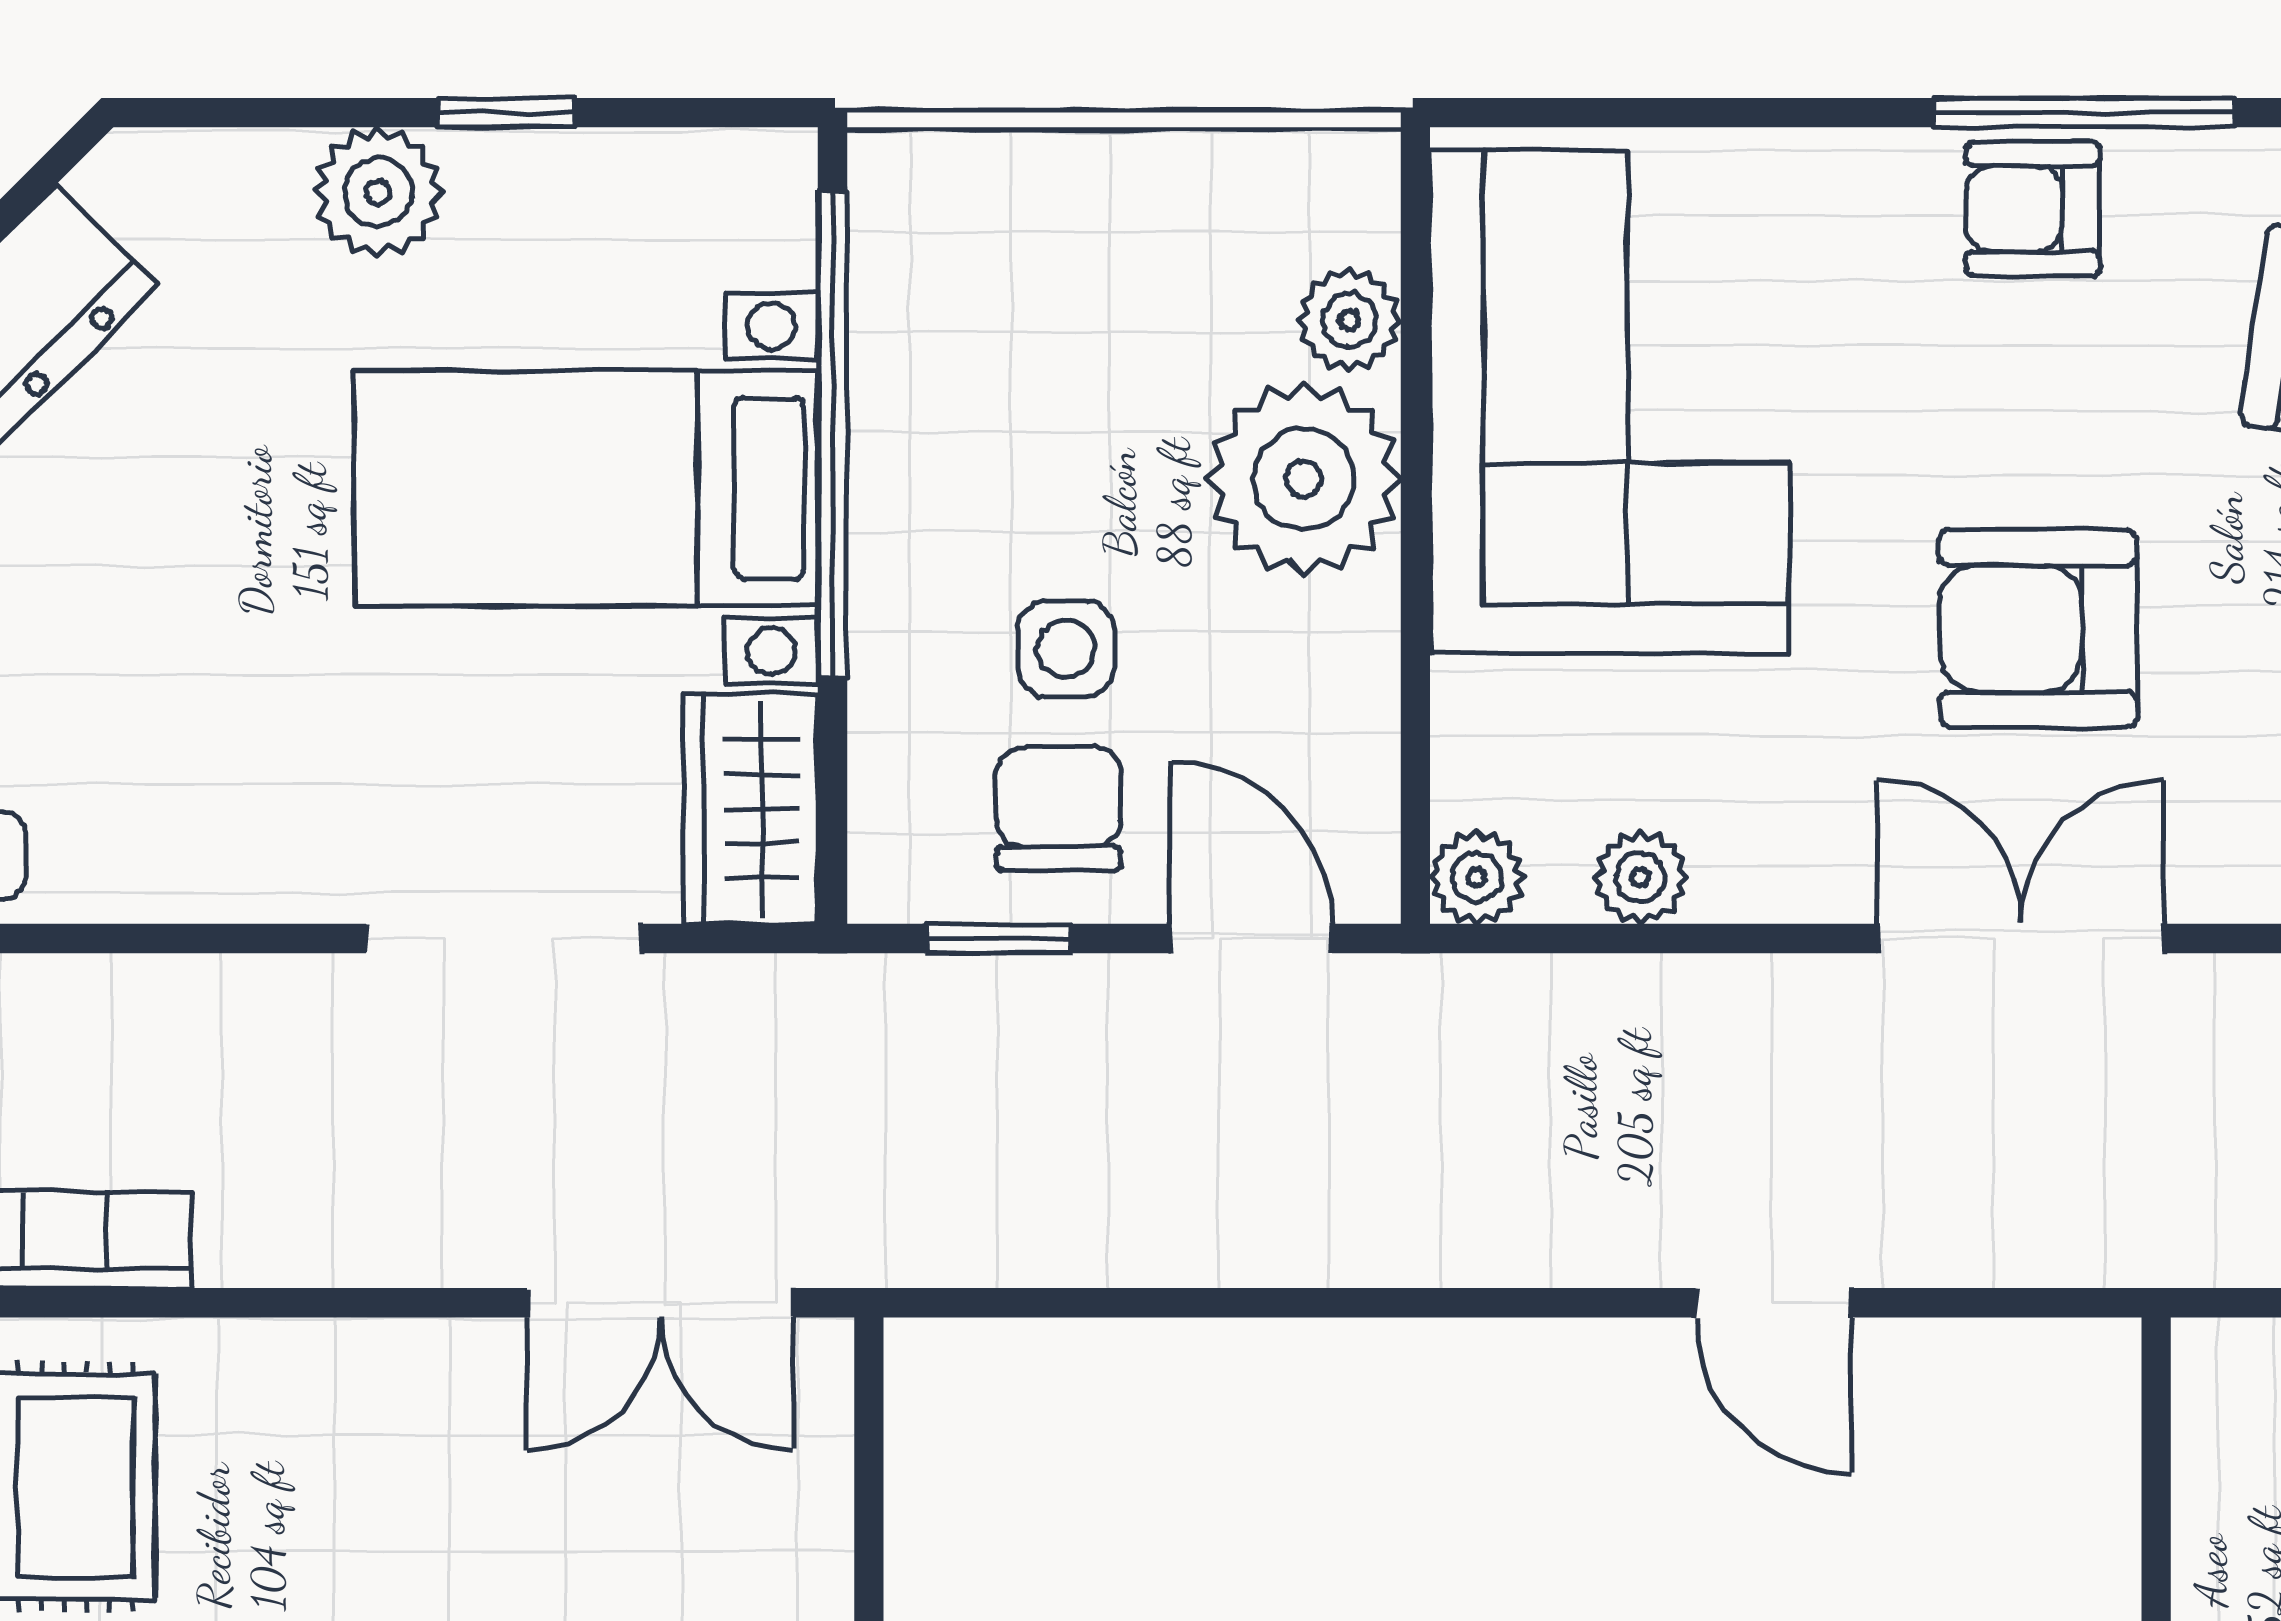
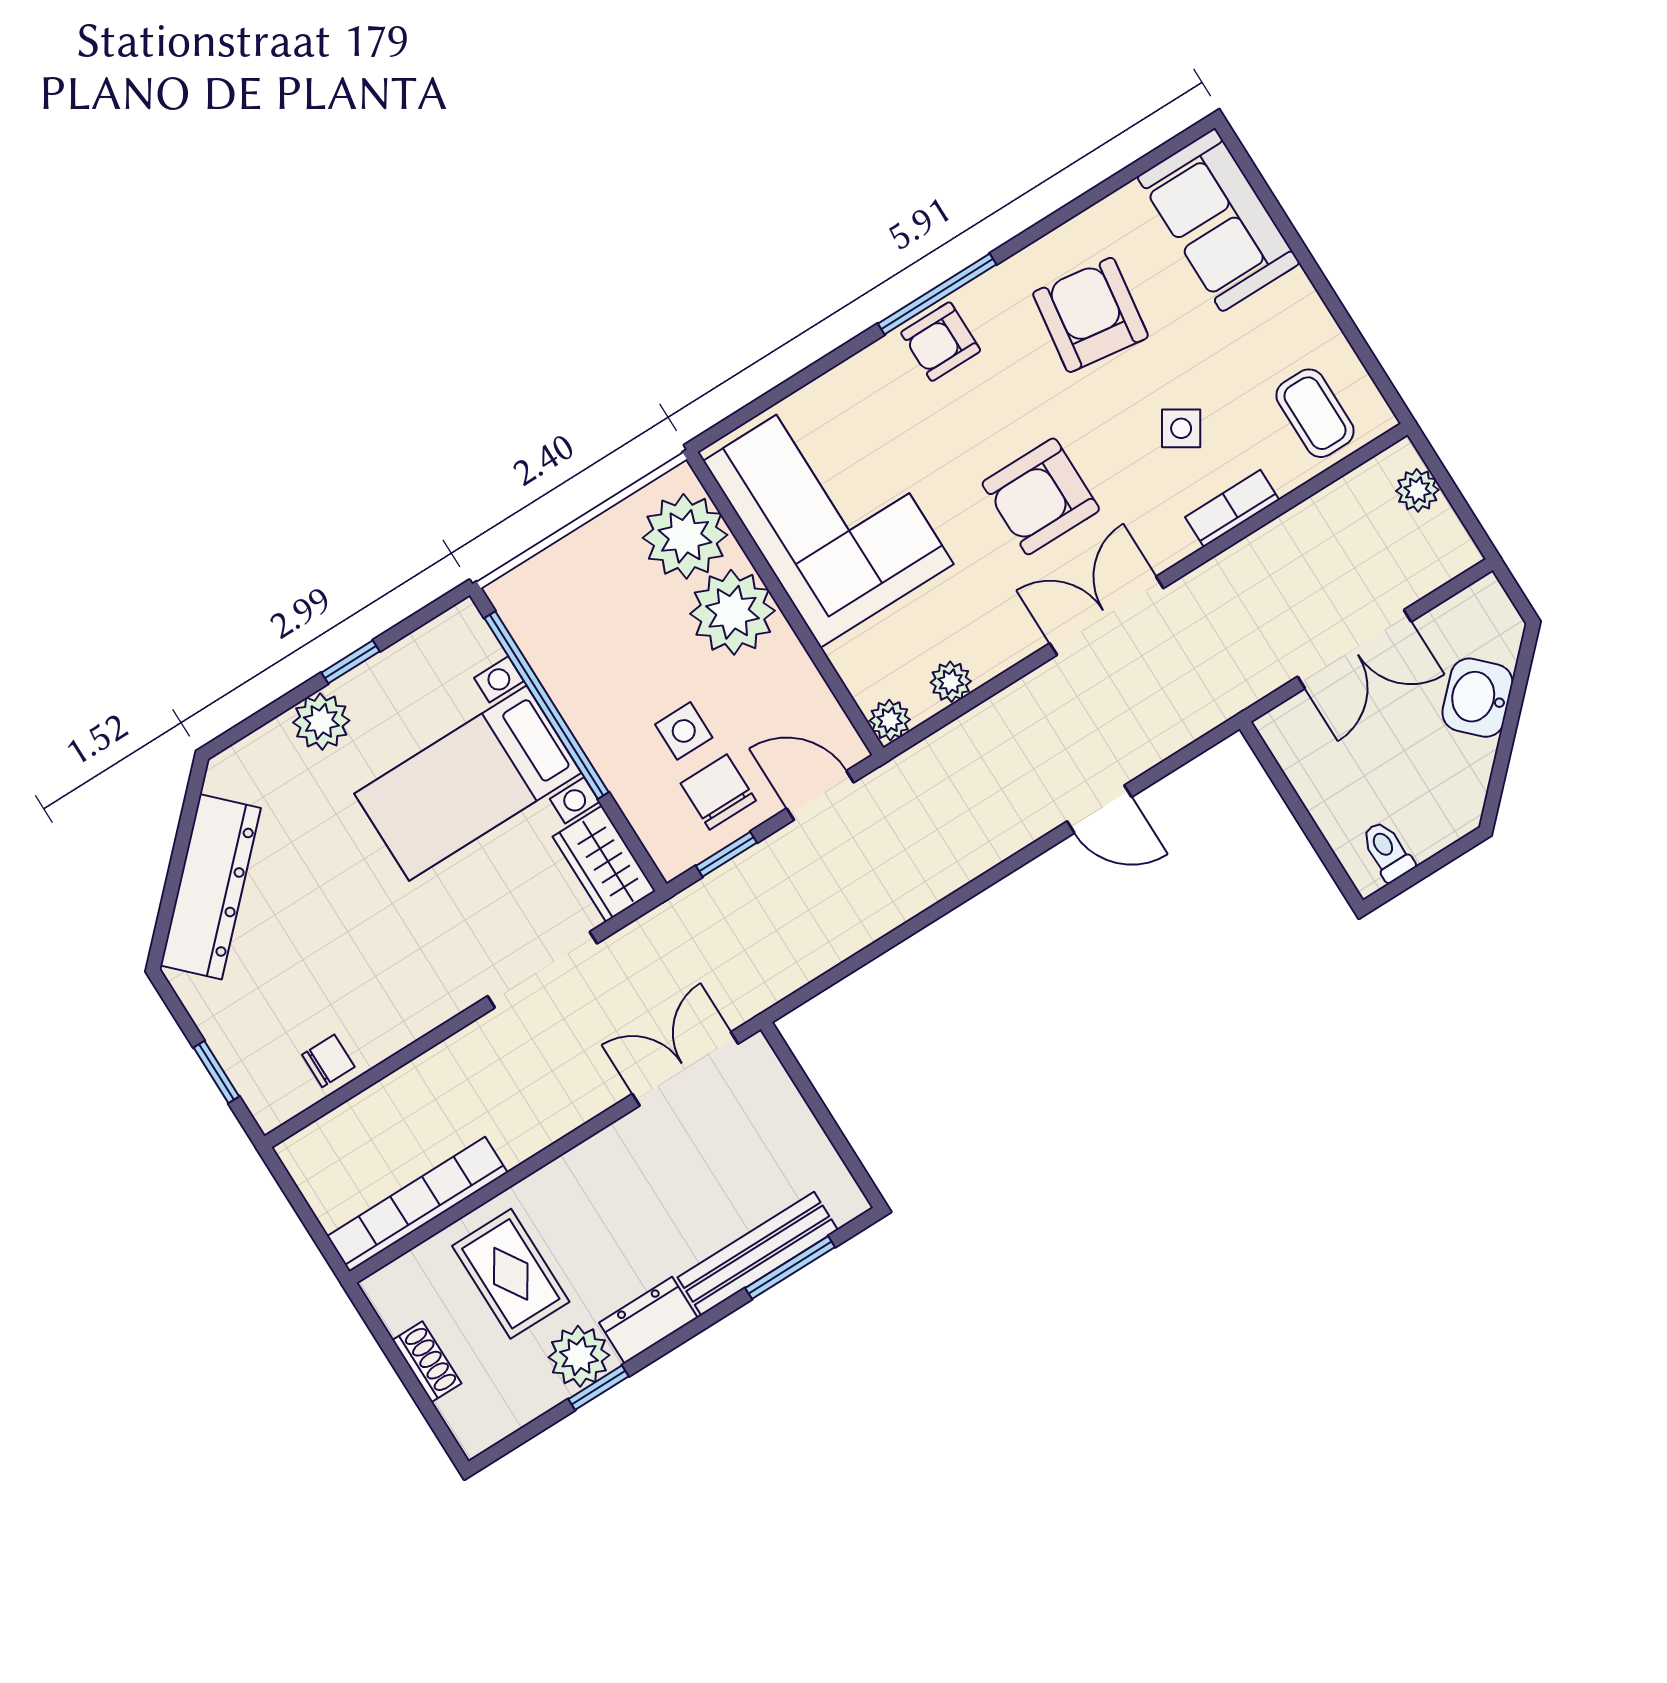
plant: (1349, 320) -> (685, 536), width x1.87, depth x1.87
double door: (660, 1303) -> (685, 1069), swing flipped

